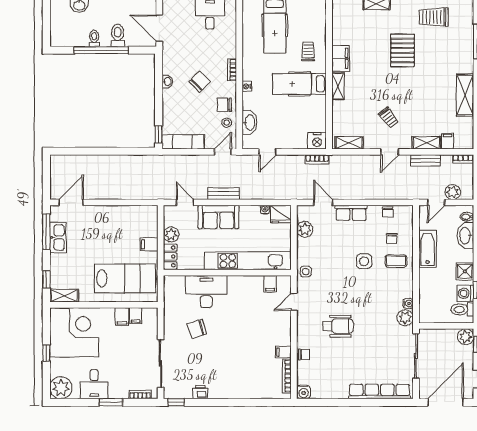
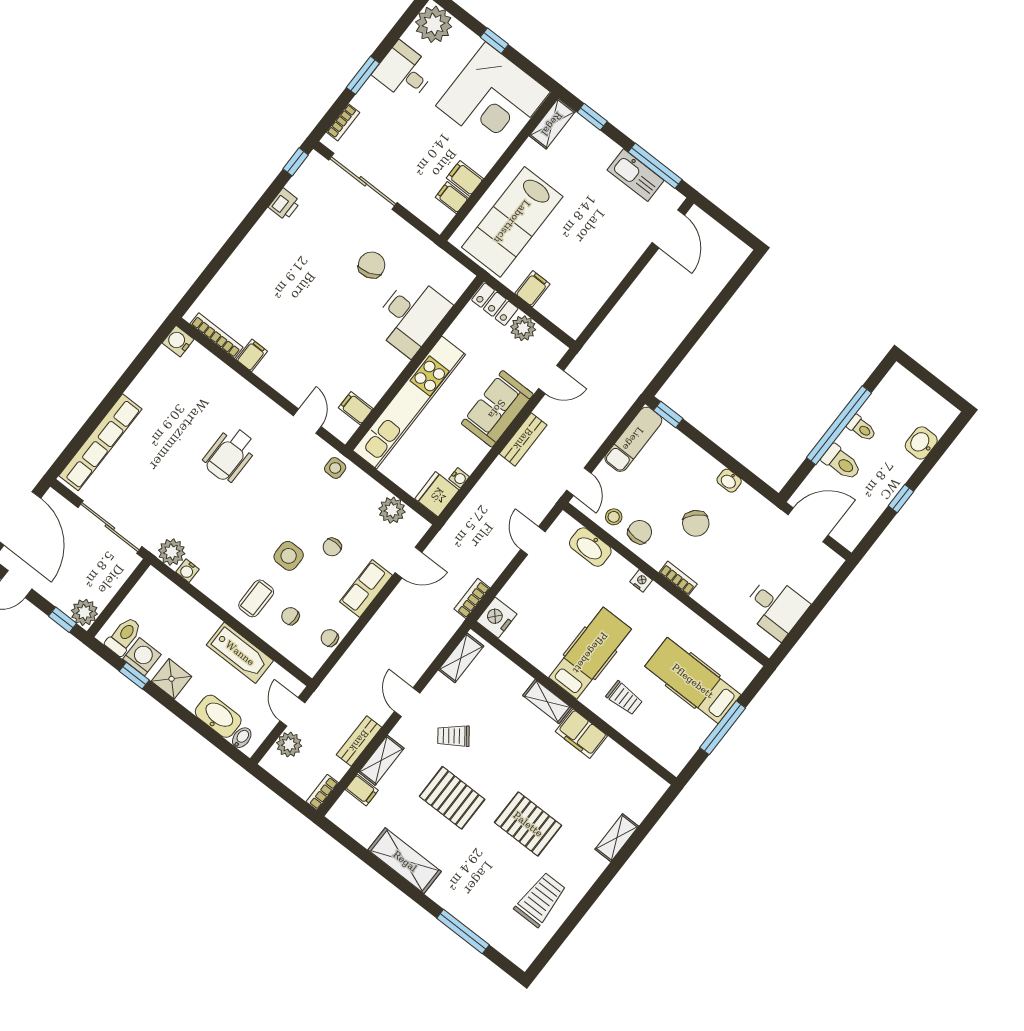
pallet: (418, 96) -> (452, 798), added
chair: (304, 354) -> (332, 547), moved

